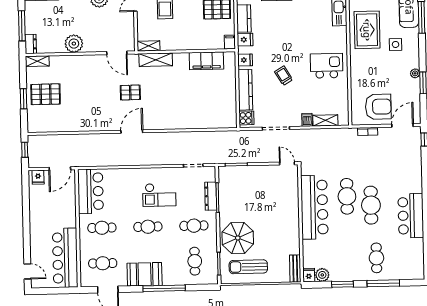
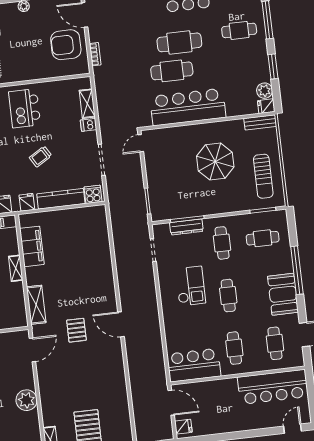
shelving: (148, 46) -> (16, 268), moved
armchair: (378, 107) -> (66, 45), turned -90
parasol: (238, 238) -> (215, 162), moved

